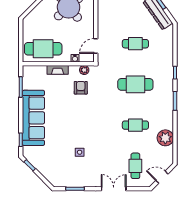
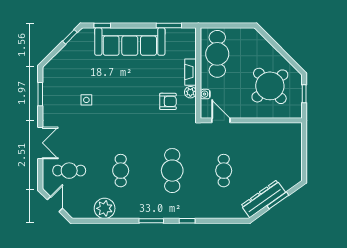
plant: (84, 70) -> (190, 92), moved

